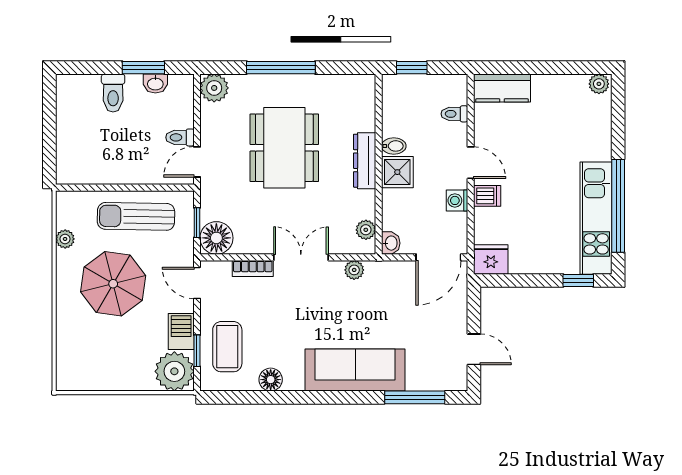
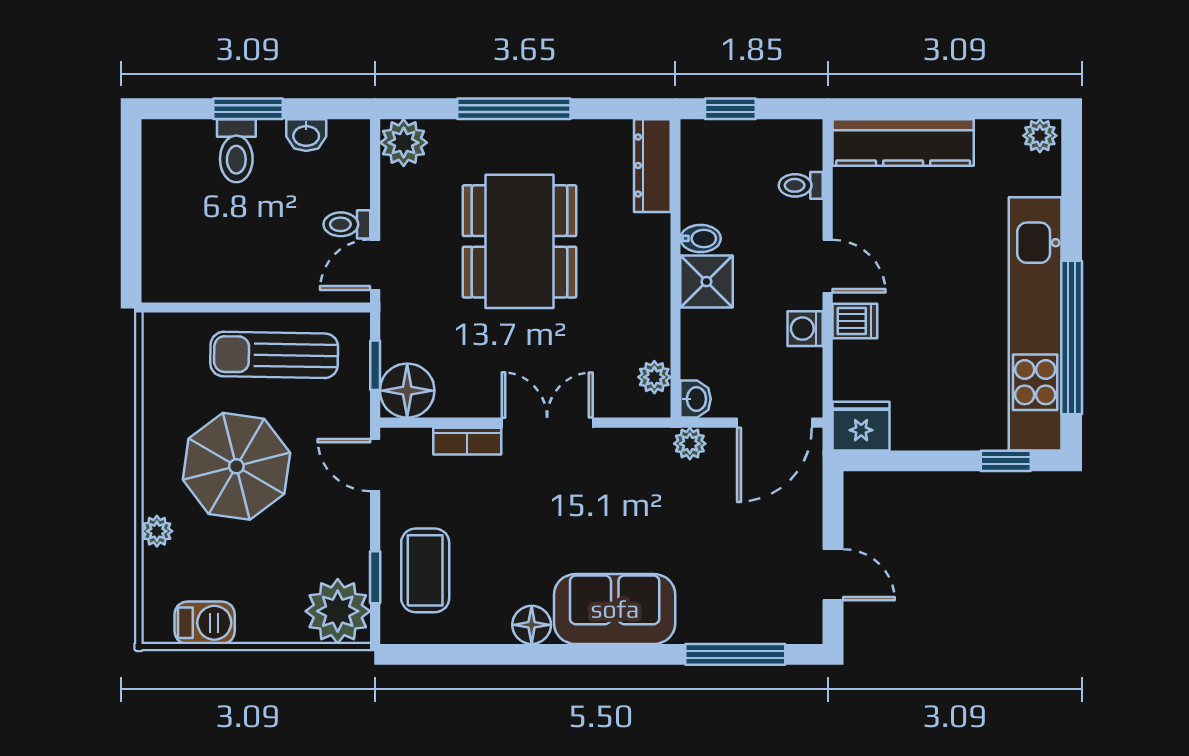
window: (143, 68) -> (248, 109), moved
kitchen counter: (502, 88) -> (903, 143), width x1.50
dresser: (365, 161) -> (652, 166), moved
kitchen unit: (596, 218) -> (1035, 324), width x1.36
plant: (65, 239) -> (157, 531), moved
plant: (354, 270) -> (690, 444), moved
barbecue: (181, 332) -> (205, 623), moved, turned 90
sofa: (355, 370) -> (615, 609), width x0.73
floor lamp: (271, 380) -> (532, 625), moved

